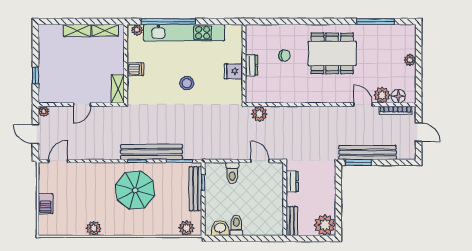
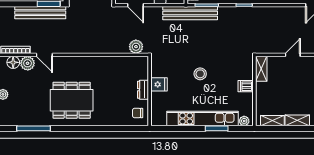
window: (168, 22) -> (217, 128), width x0.47
chair: (285, 56) -> (138, 113), moved
bench: (152, 152) -> (190, 13), moved

